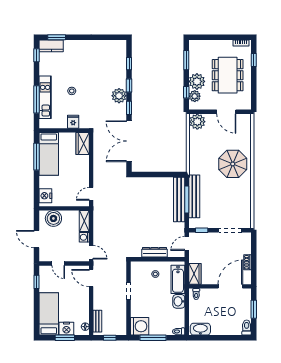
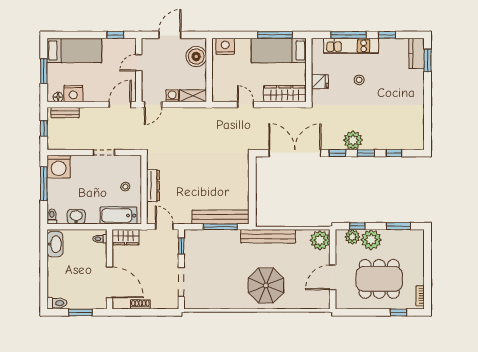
window: (37, 55) -> (387, 35), moved
wardrobe: (83, 144) -> (285, 94), width x1.50
door: (91, 194) -> (245, 105), moved
bench: (194, 196) -> (268, 236), moved
washbasin: (179, 301) -> (76, 217), moved
nightstand: (66, 329) -> (73, 94), moved, turned -90

